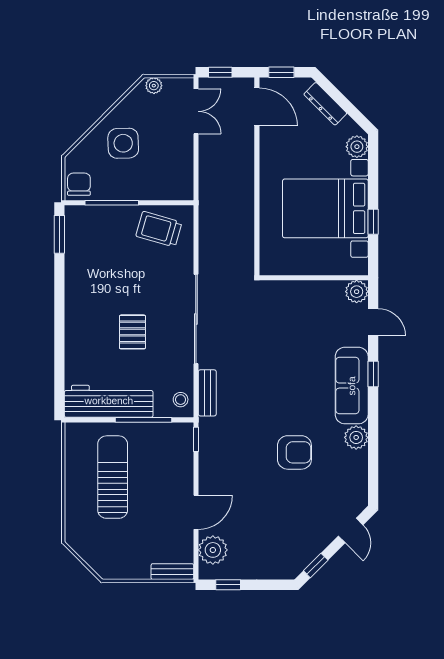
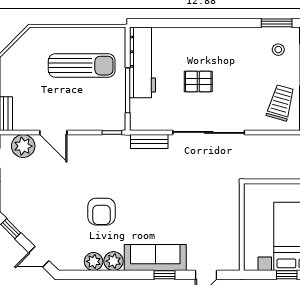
plant: (357, 292) -> (94, 261), moved
stool: (181, 400) -> (278, 50), moved

